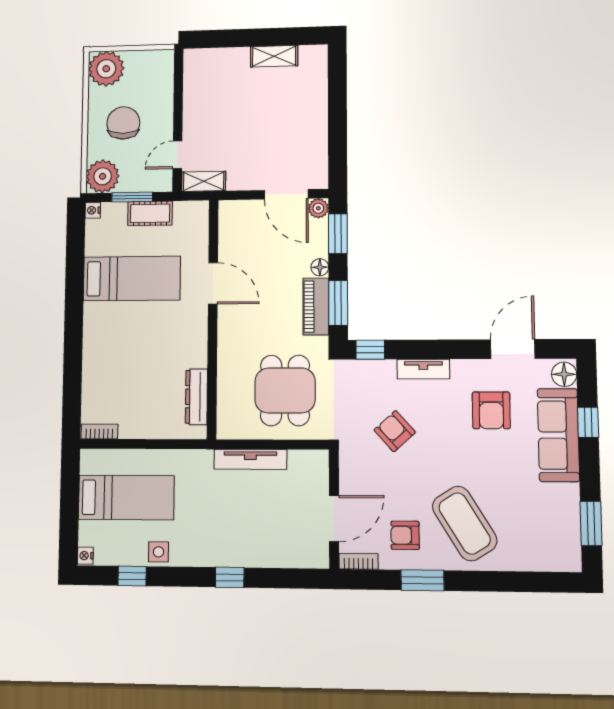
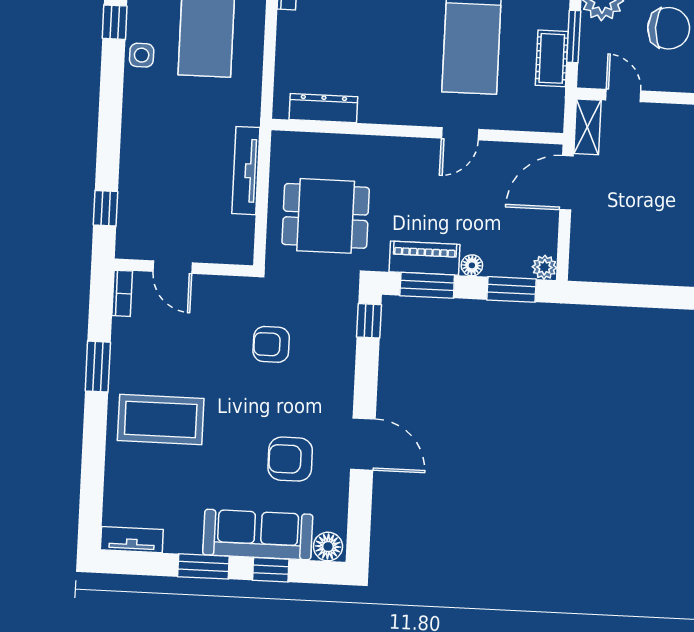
door: (286, 194) -> (567, 183), moved
door: (213, 283) -> (460, 134), width x0.73
door: (513, 349) -> (363, 444), moved
tv unit: (423, 369) -> (132, 540), moved, turned 90
armchair: (395, 431) -> (271, 344), turned -138
door: (334, 518) -> (173, 267), width x0.73
coffee table: (465, 523) -> (161, 419), turned 32
window: (591, 523) -> (203, 566), moved
armchair: (405, 535) -> (150, 350), removed
window: (230, 577) -> (106, 208), moved

